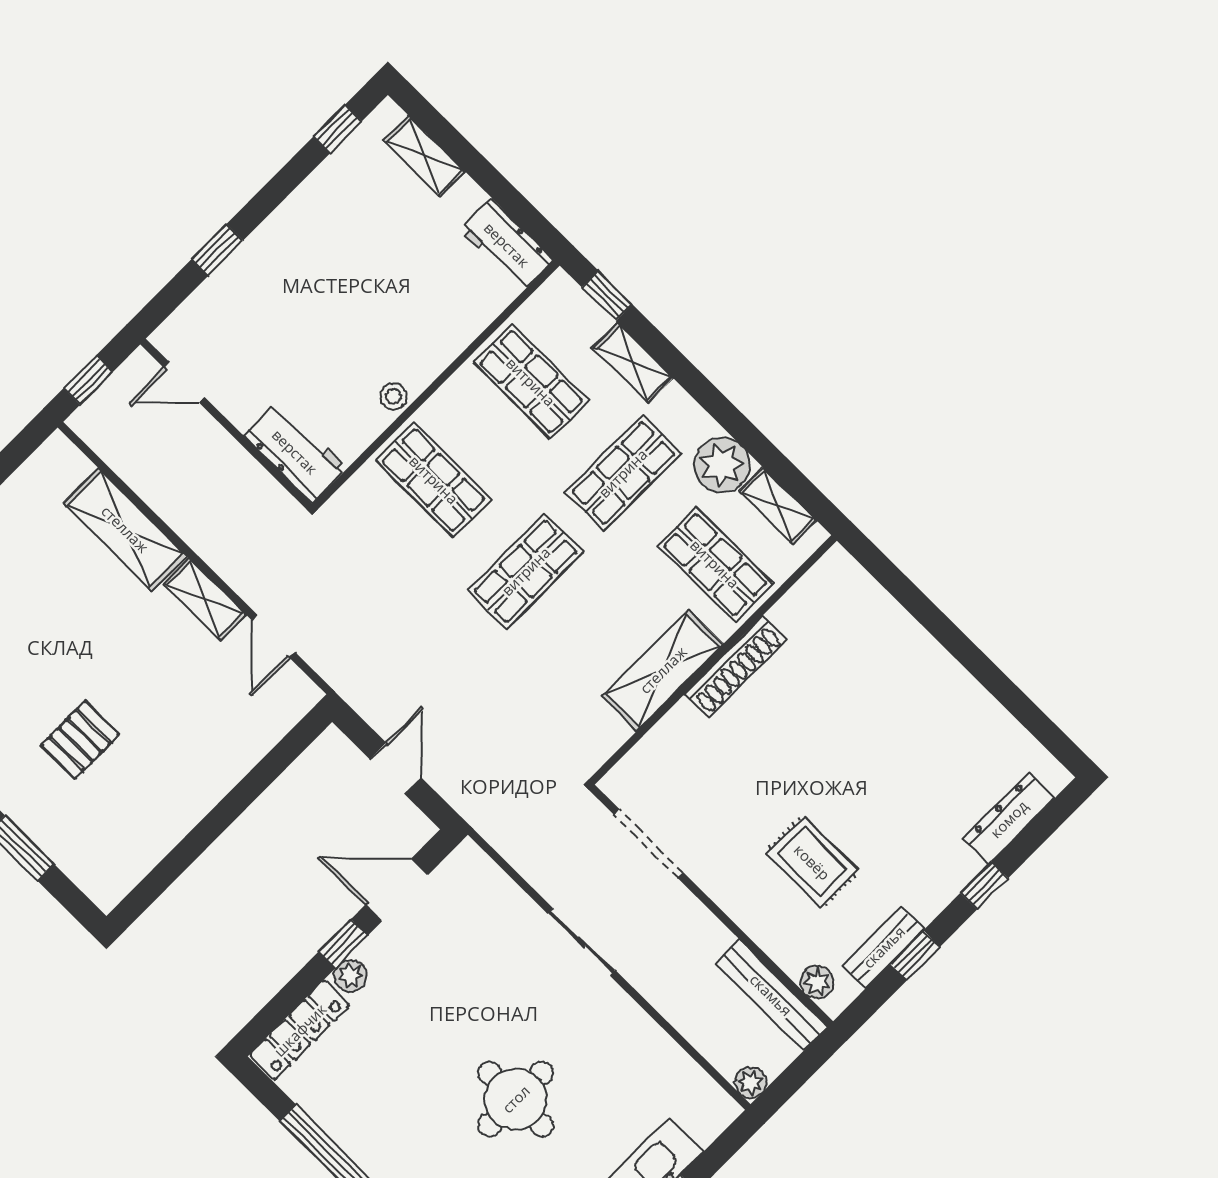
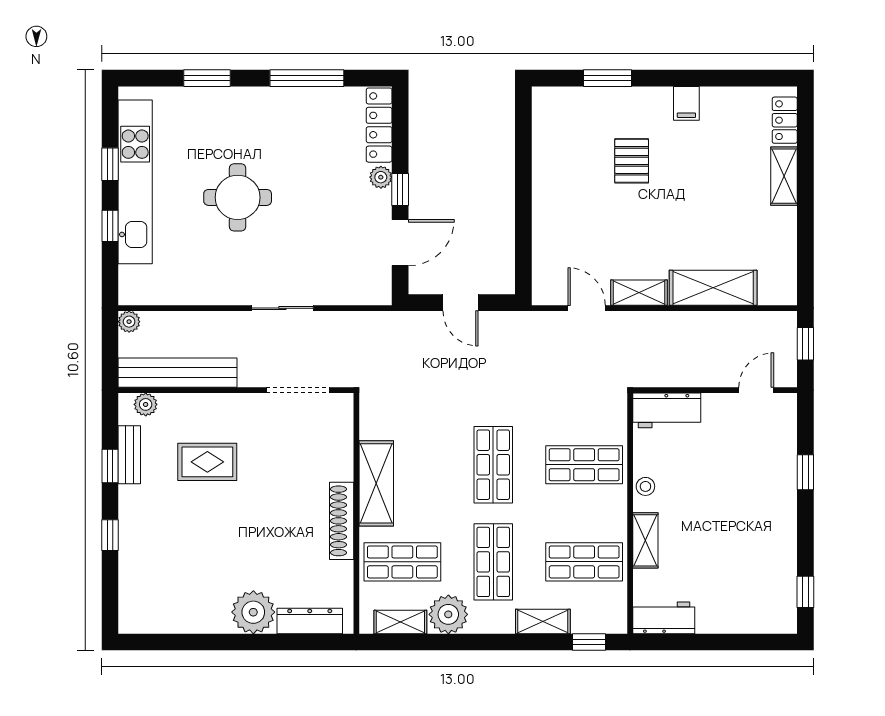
shelving: (424, 156) -> (645, 540), moved, turned 90
plant: (917, 663) -> (253, 612), added
dresser: (1009, 819) -> (310, 621), moved, turned -90
bench: (771, 995) -> (178, 373), width x1.37, depth x1.21

